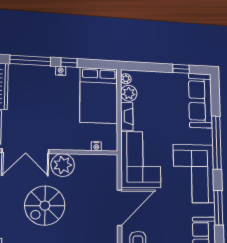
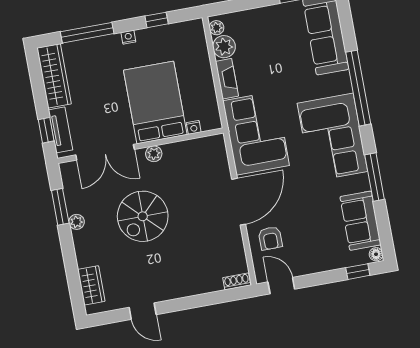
window: (69, 63) -> (157, 20), moved
bed: (99, 95) -> (155, 102), moved, turned 180
plant: (63, 165) -> (154, 154), width x0.53, depth x0.53

